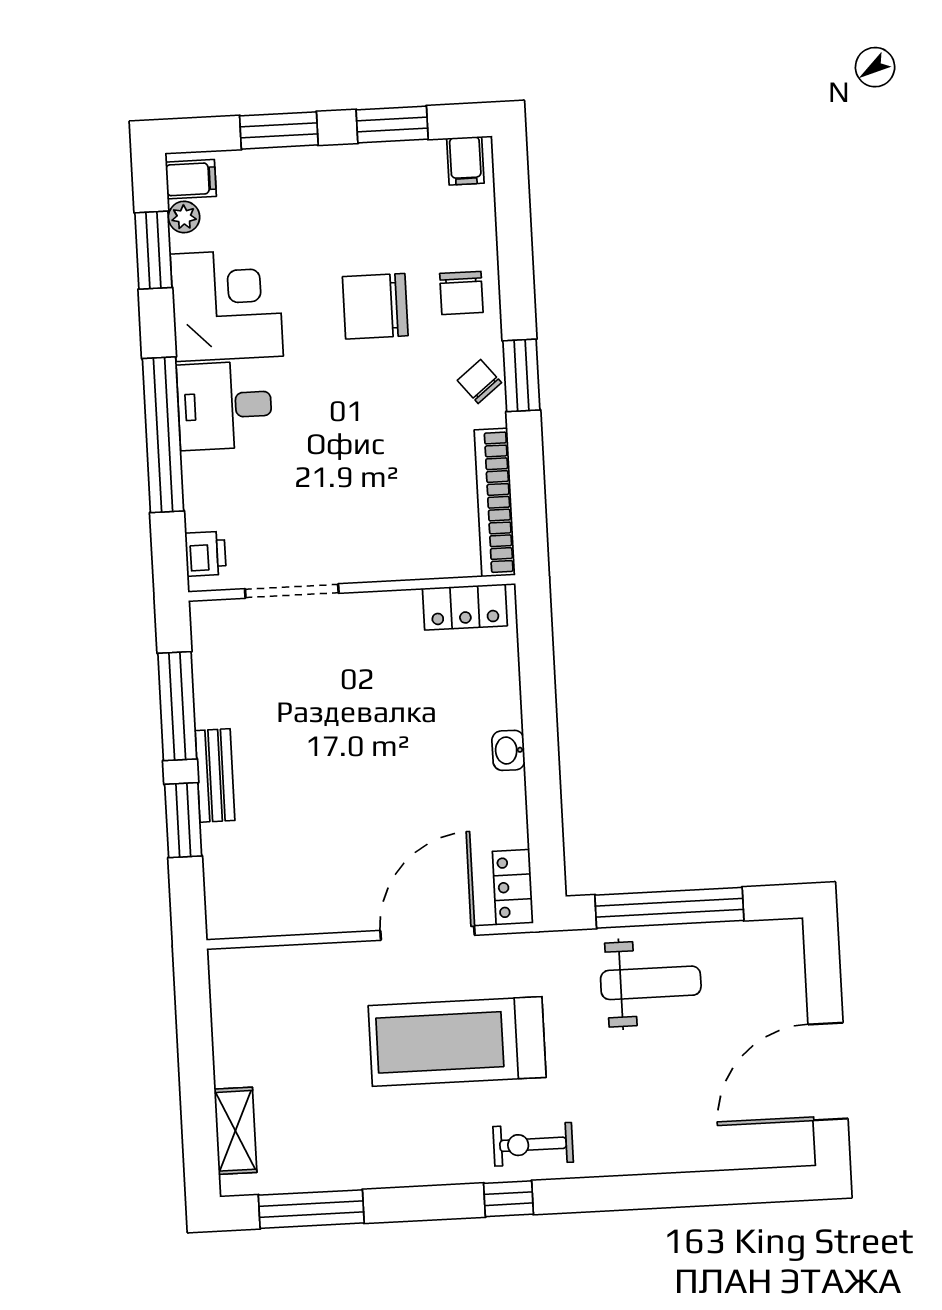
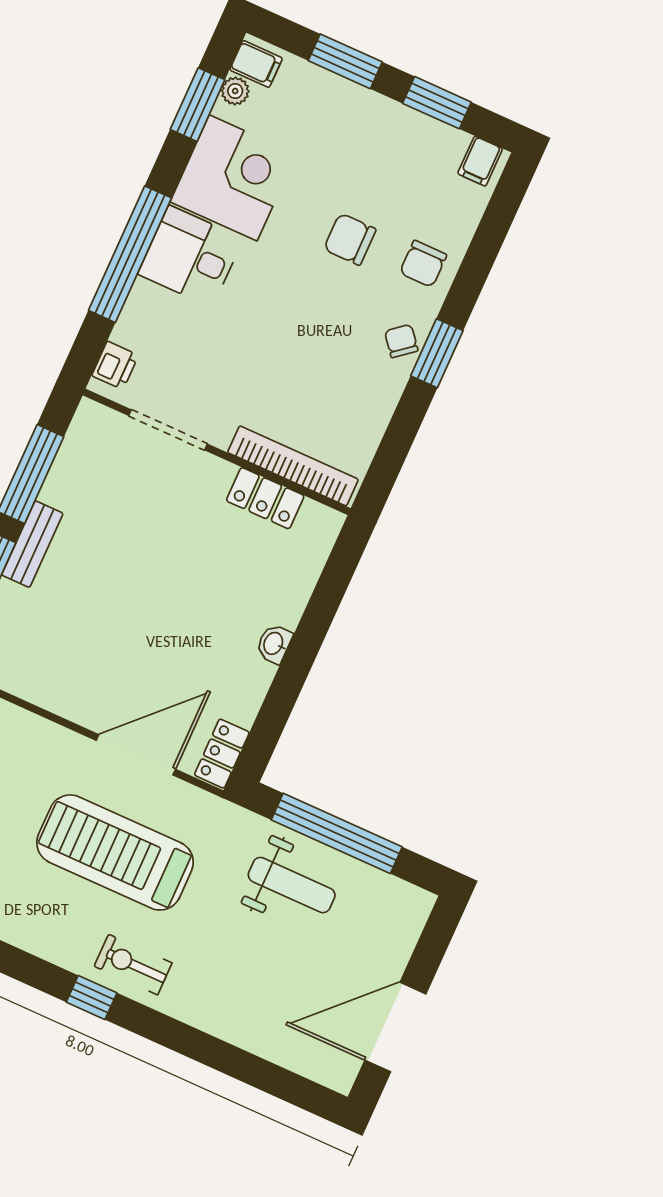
chair: (375, 306) -> (350, 239), width x0.73, depth x0.73
bookcase: (495, 502) -> (293, 466), moved, turned 90
locker: (465, 607) -> (265, 498), moved

